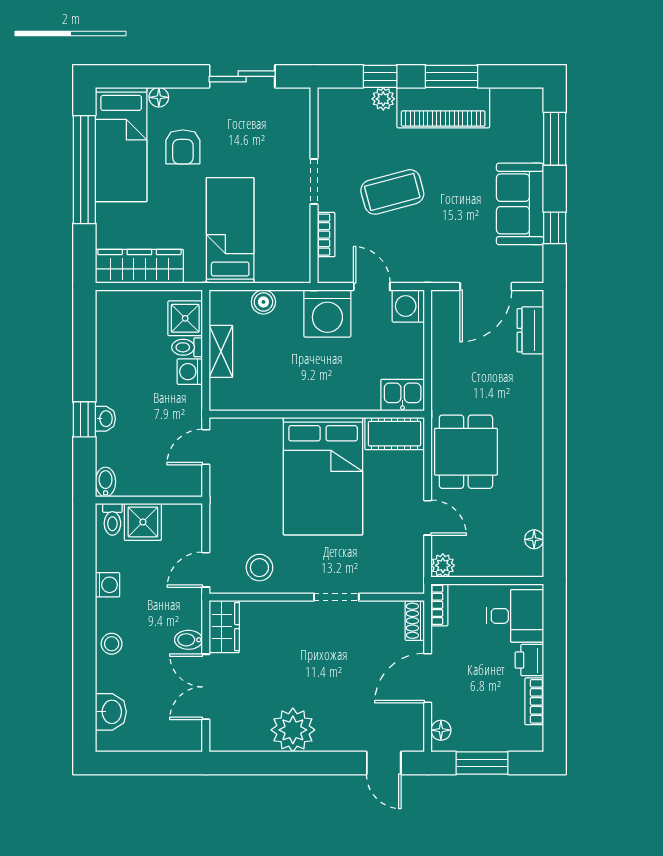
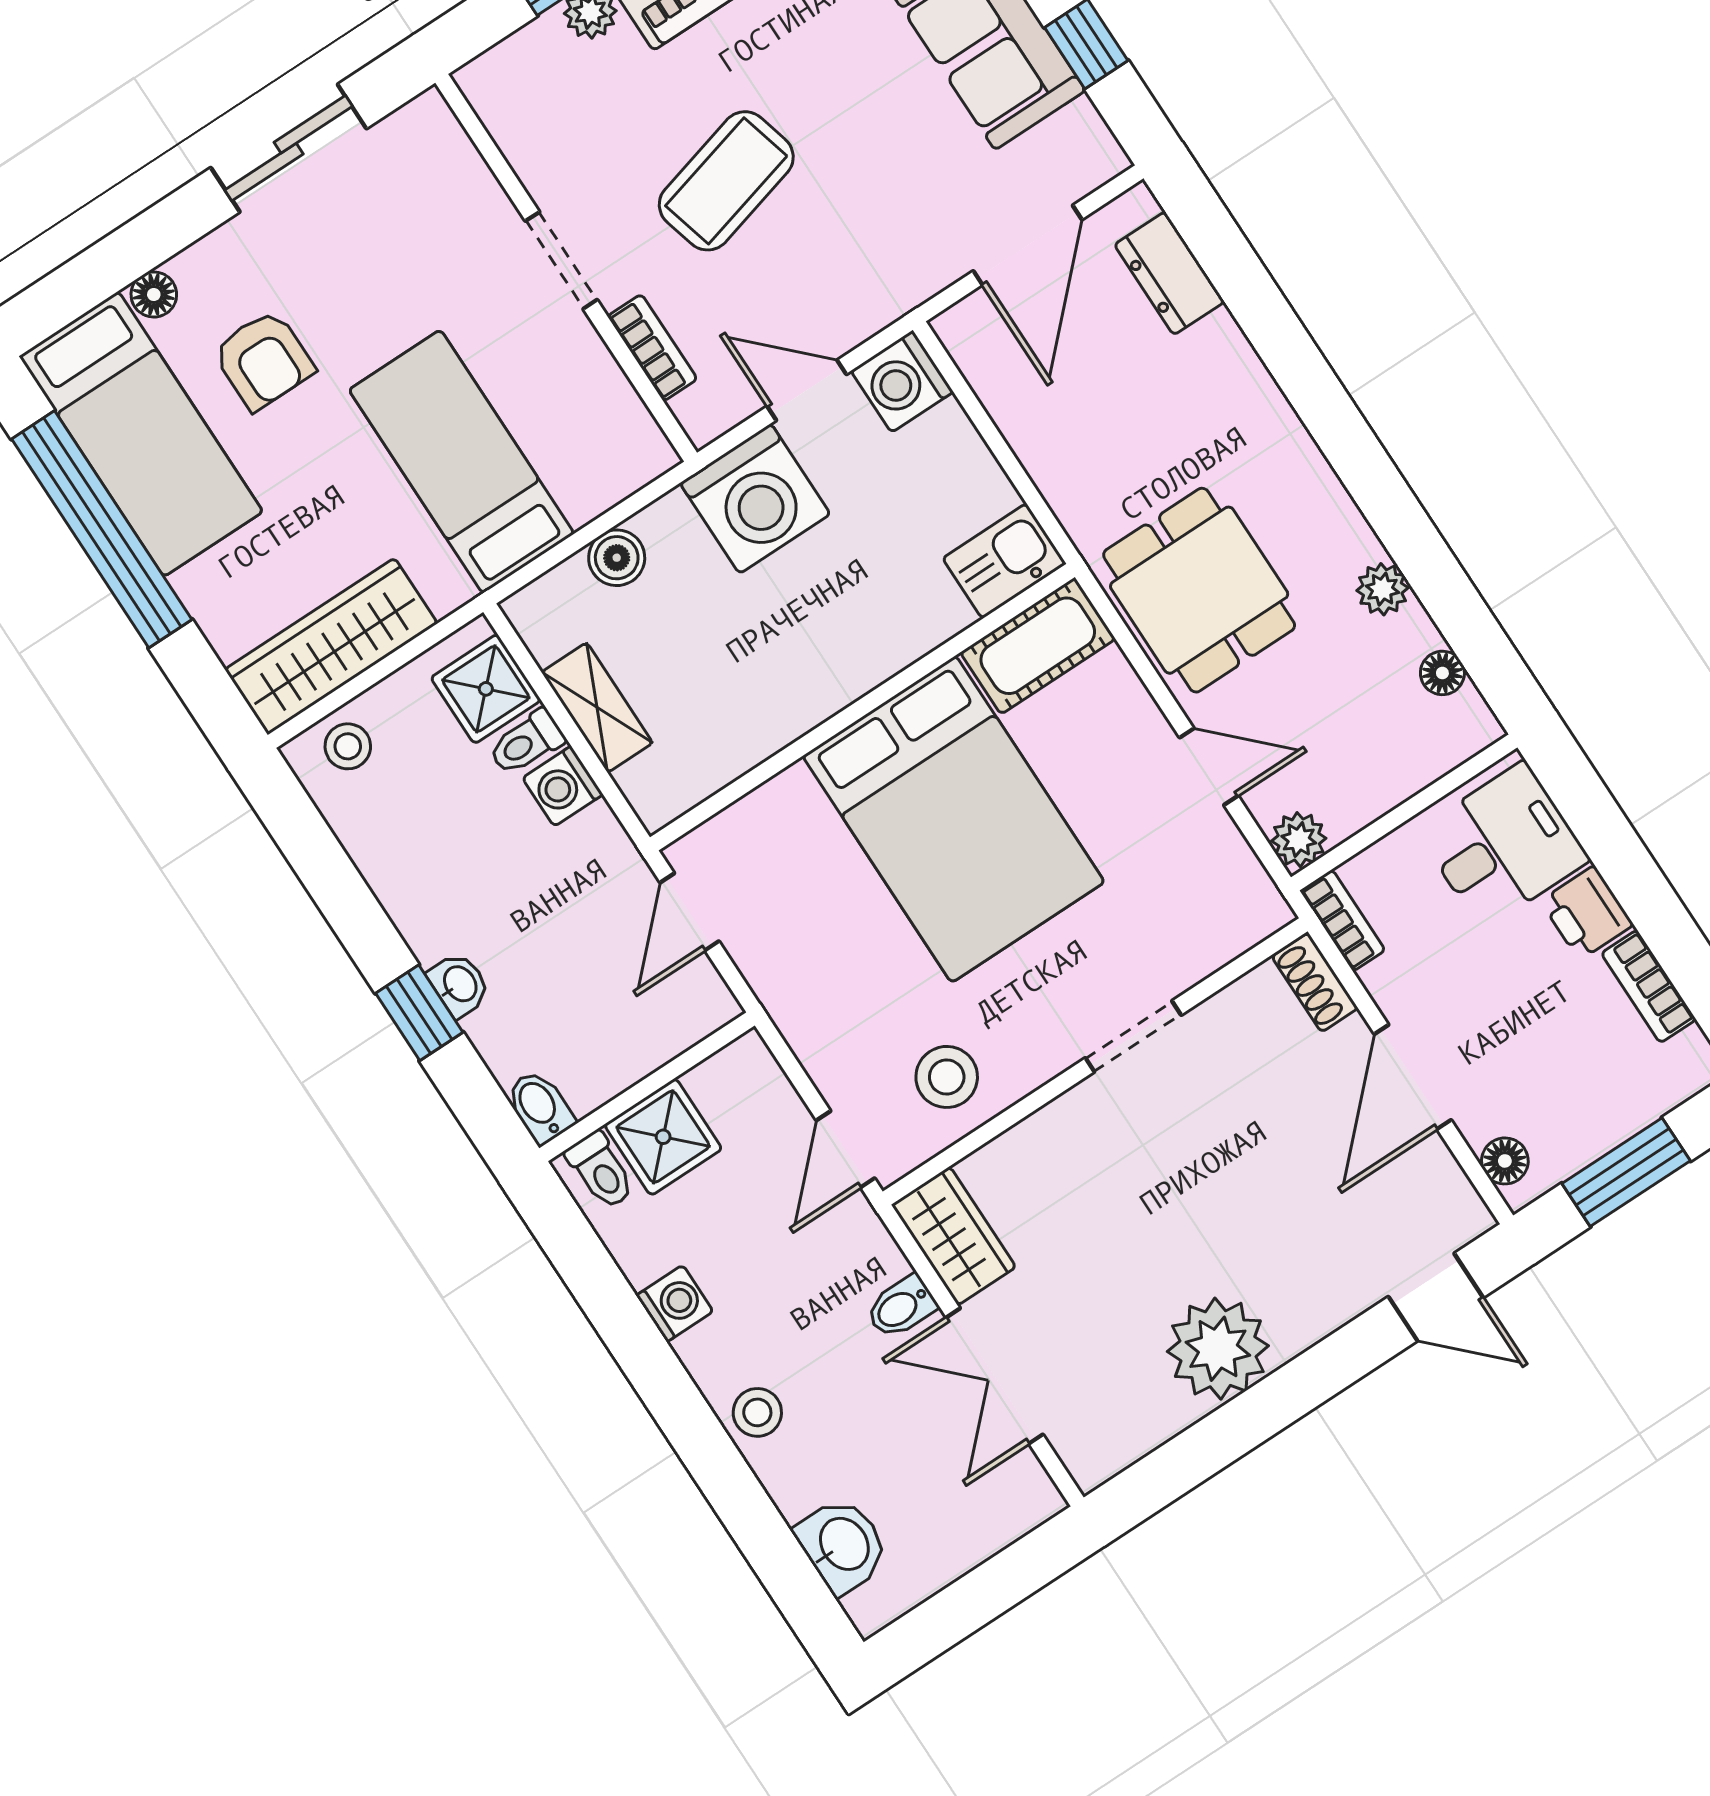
stool: (122, 306) -> (348, 746), added
plant: (532, 495) -> (1382, 589), added

